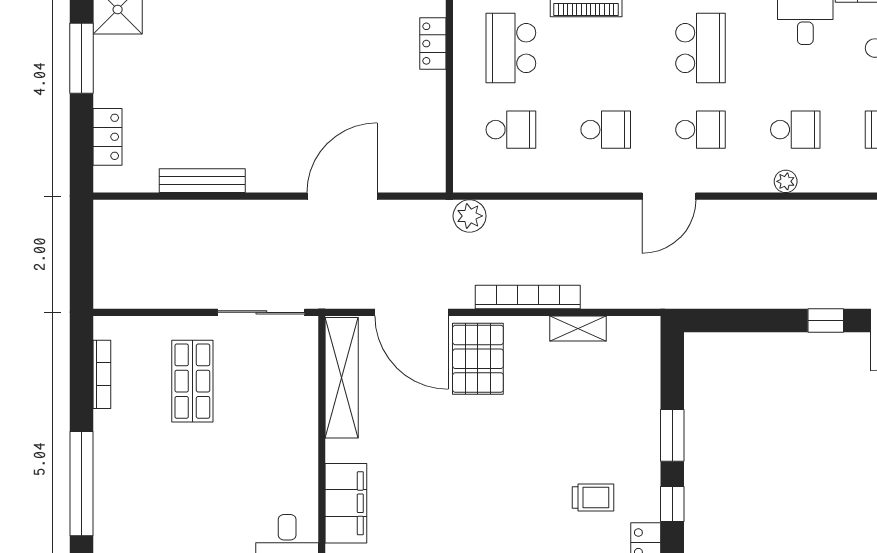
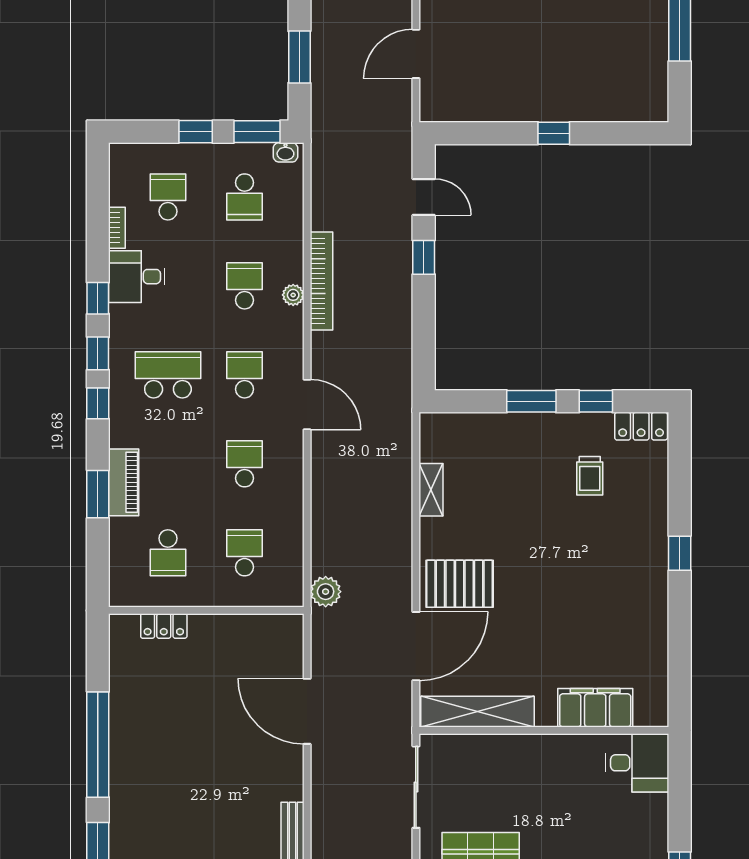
school desk: (511, 48) -> (168, 553), width x0.54
bookcase: (528, 297) -> (321, 281), moved, turned 180
trolley: (593, 497) -> (590, 476), turned 180

